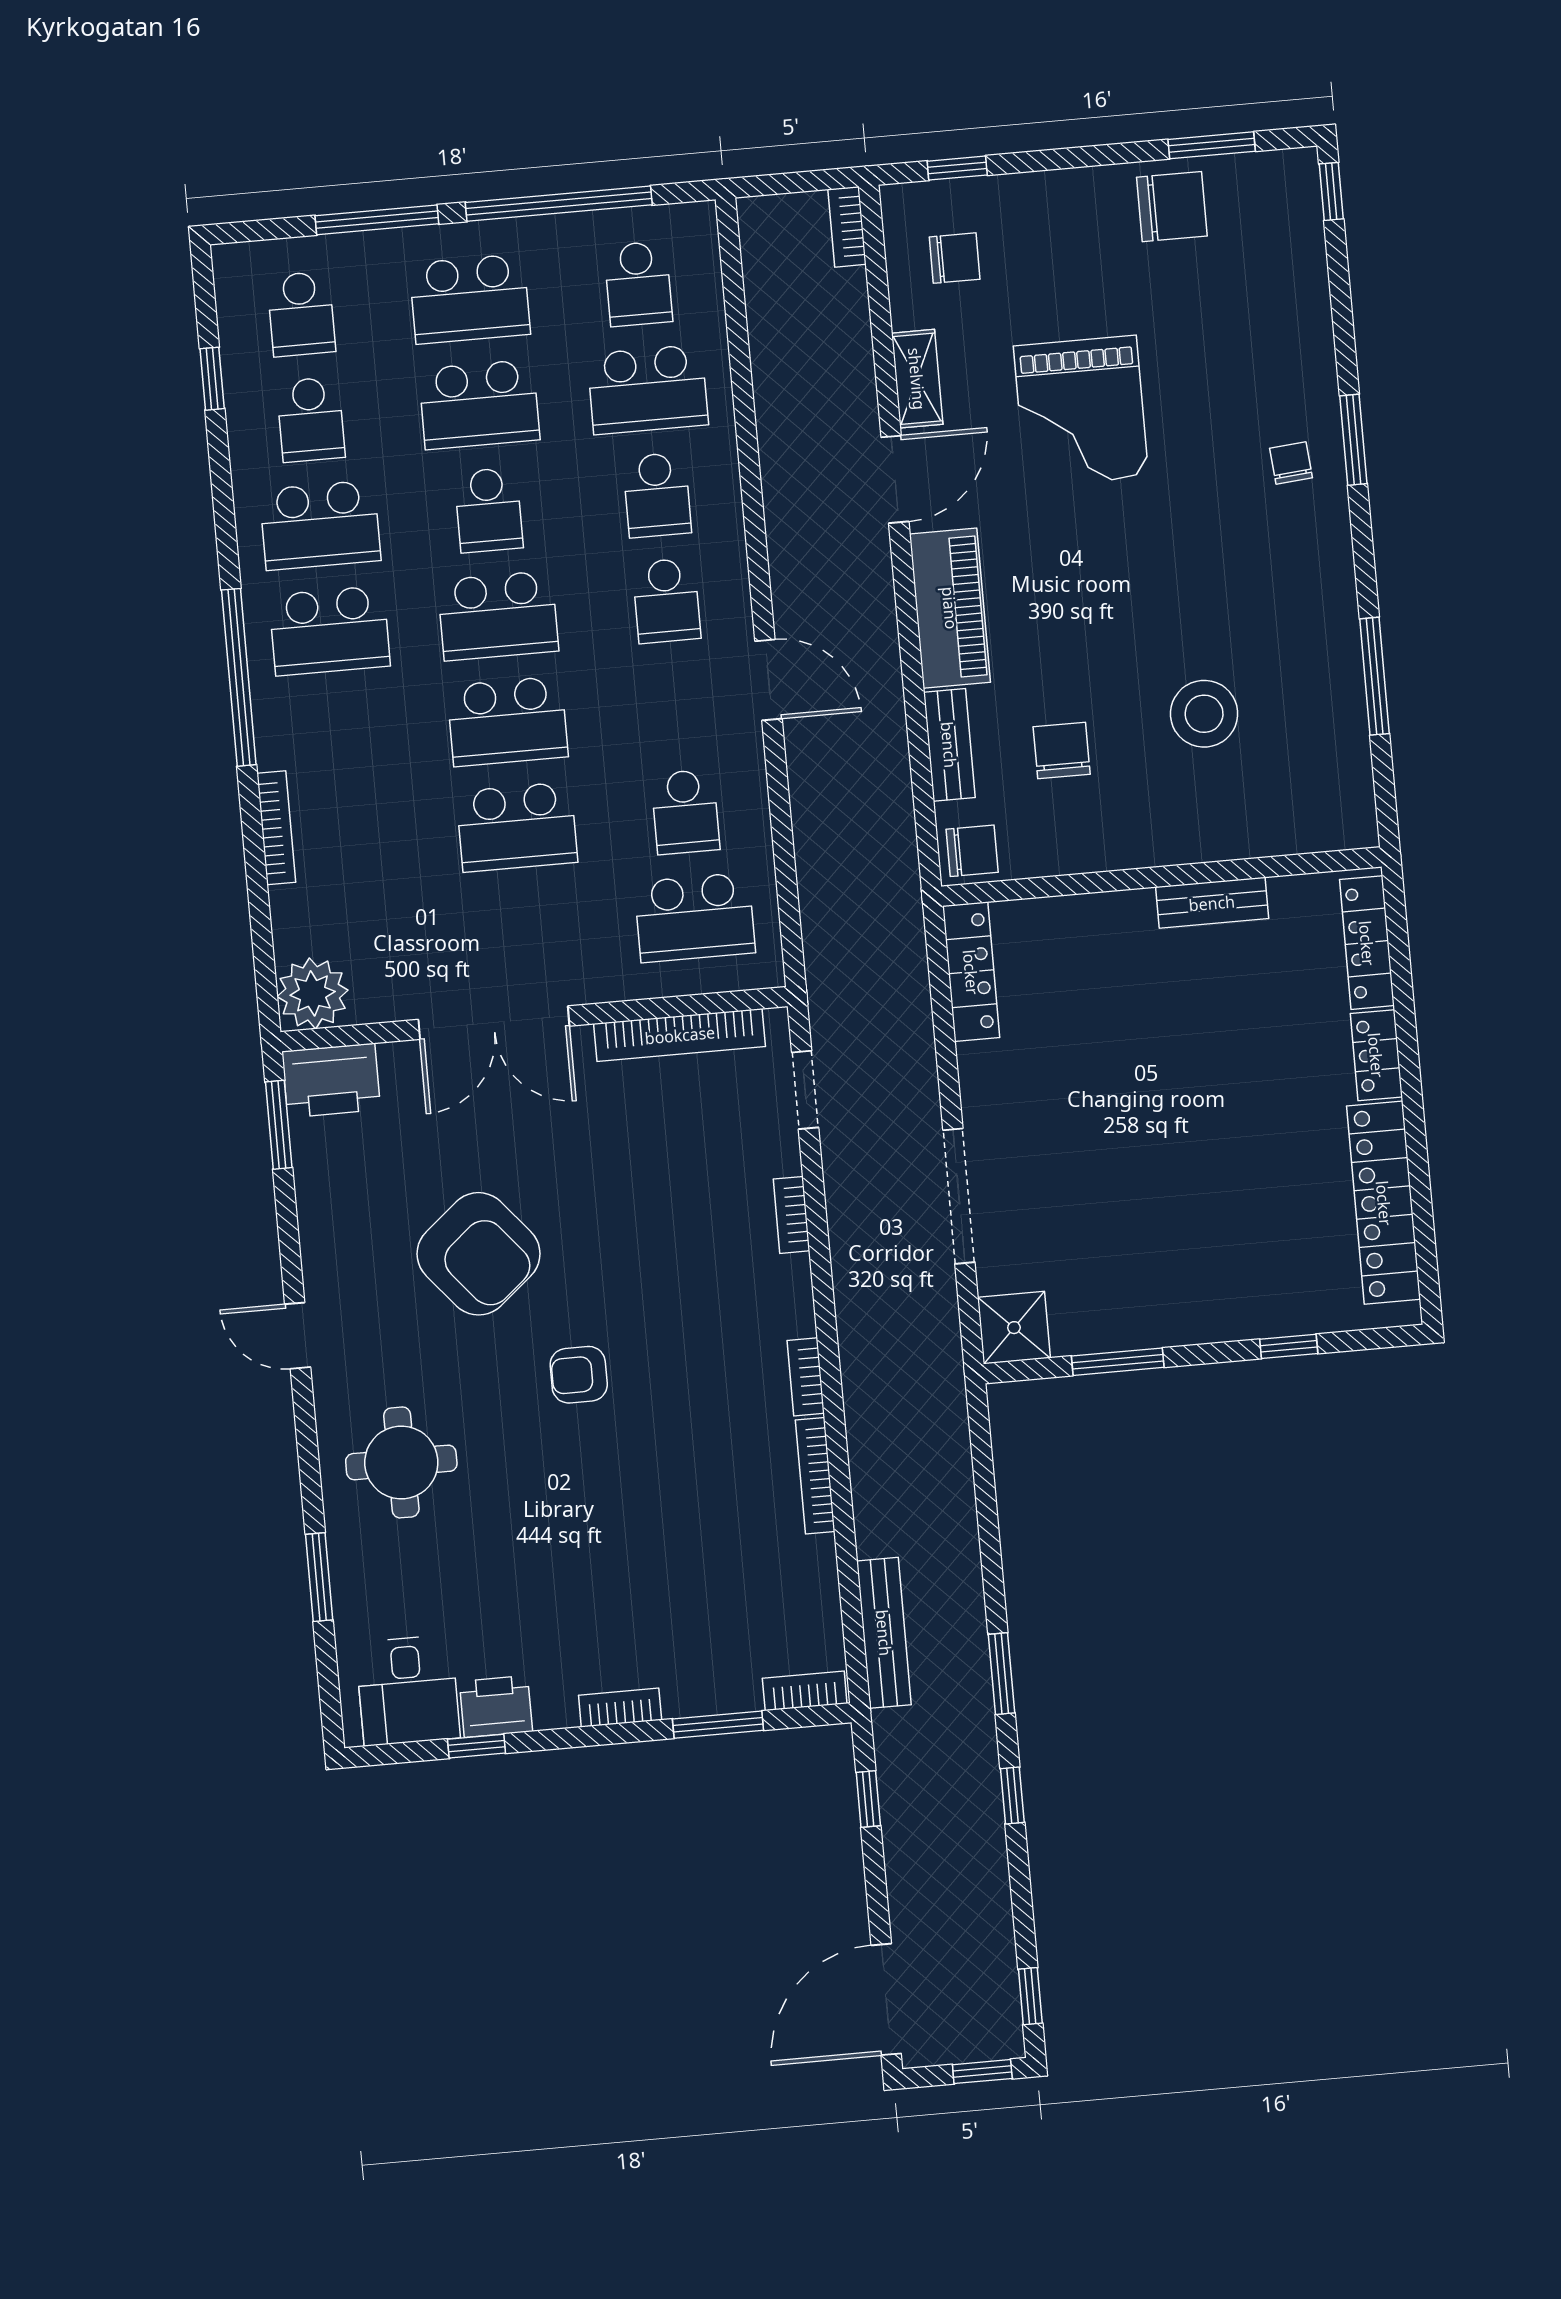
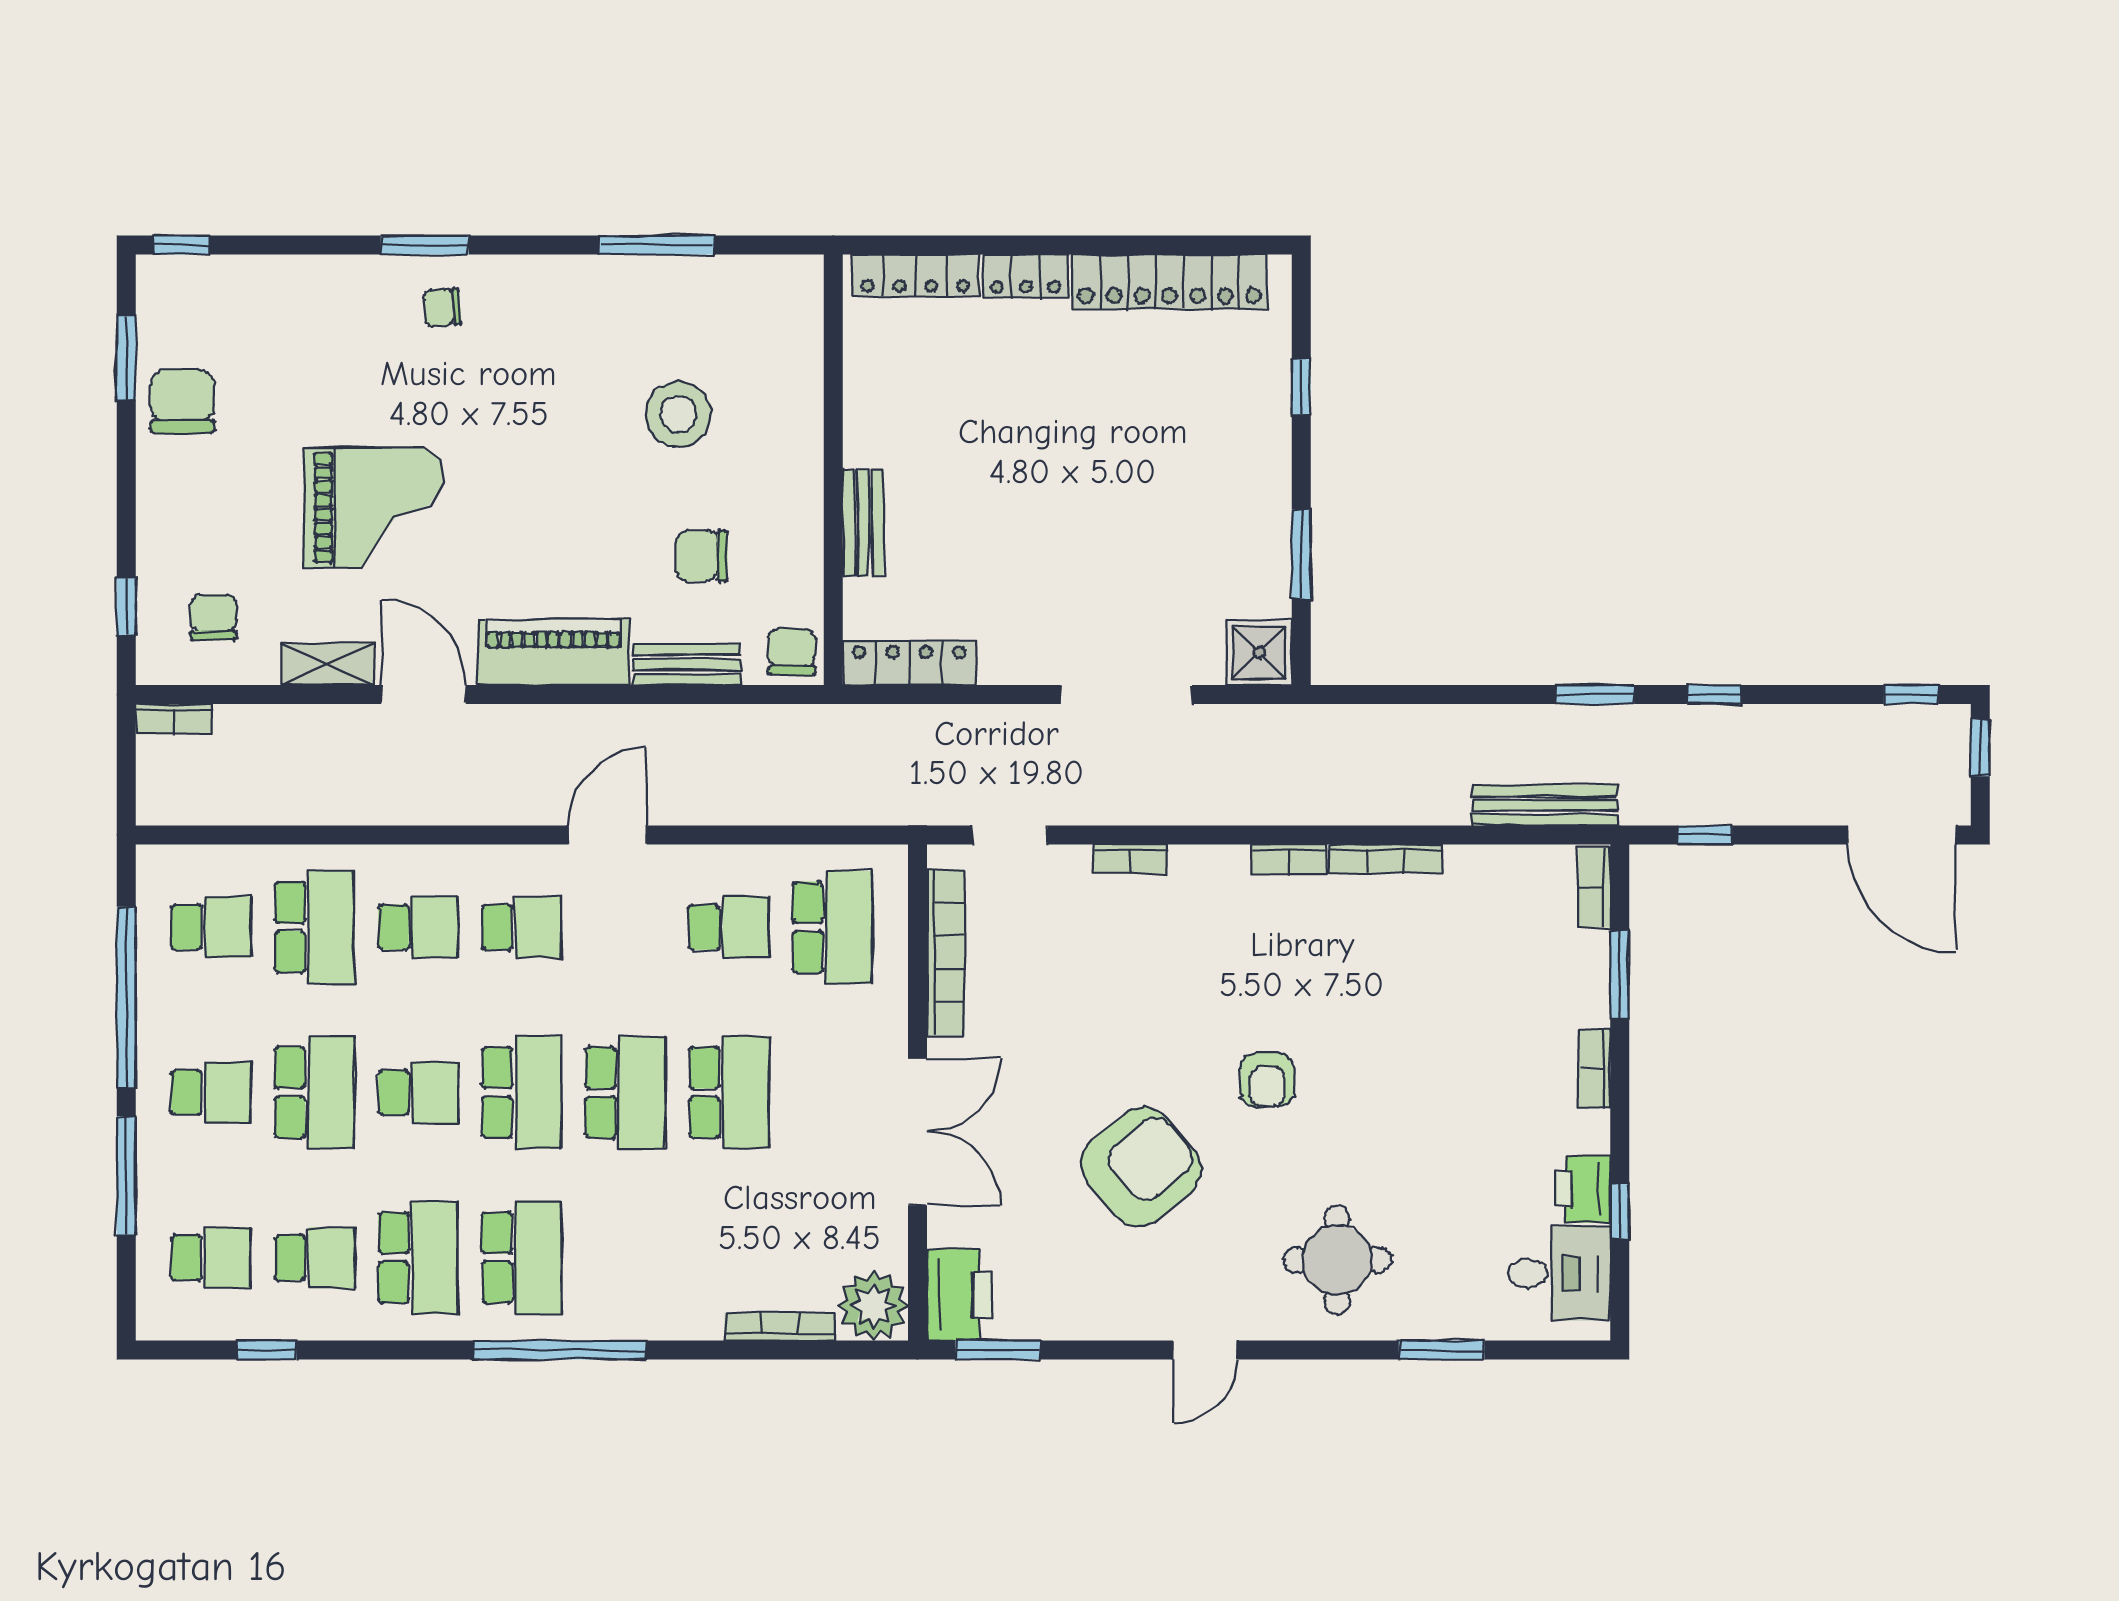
school desk: (470, 299) -> (211, 1092), width x0.54
bookcase: (276, 828) -> (780, 1327), moved
bench: (1212, 903) -> (863, 523), moved

